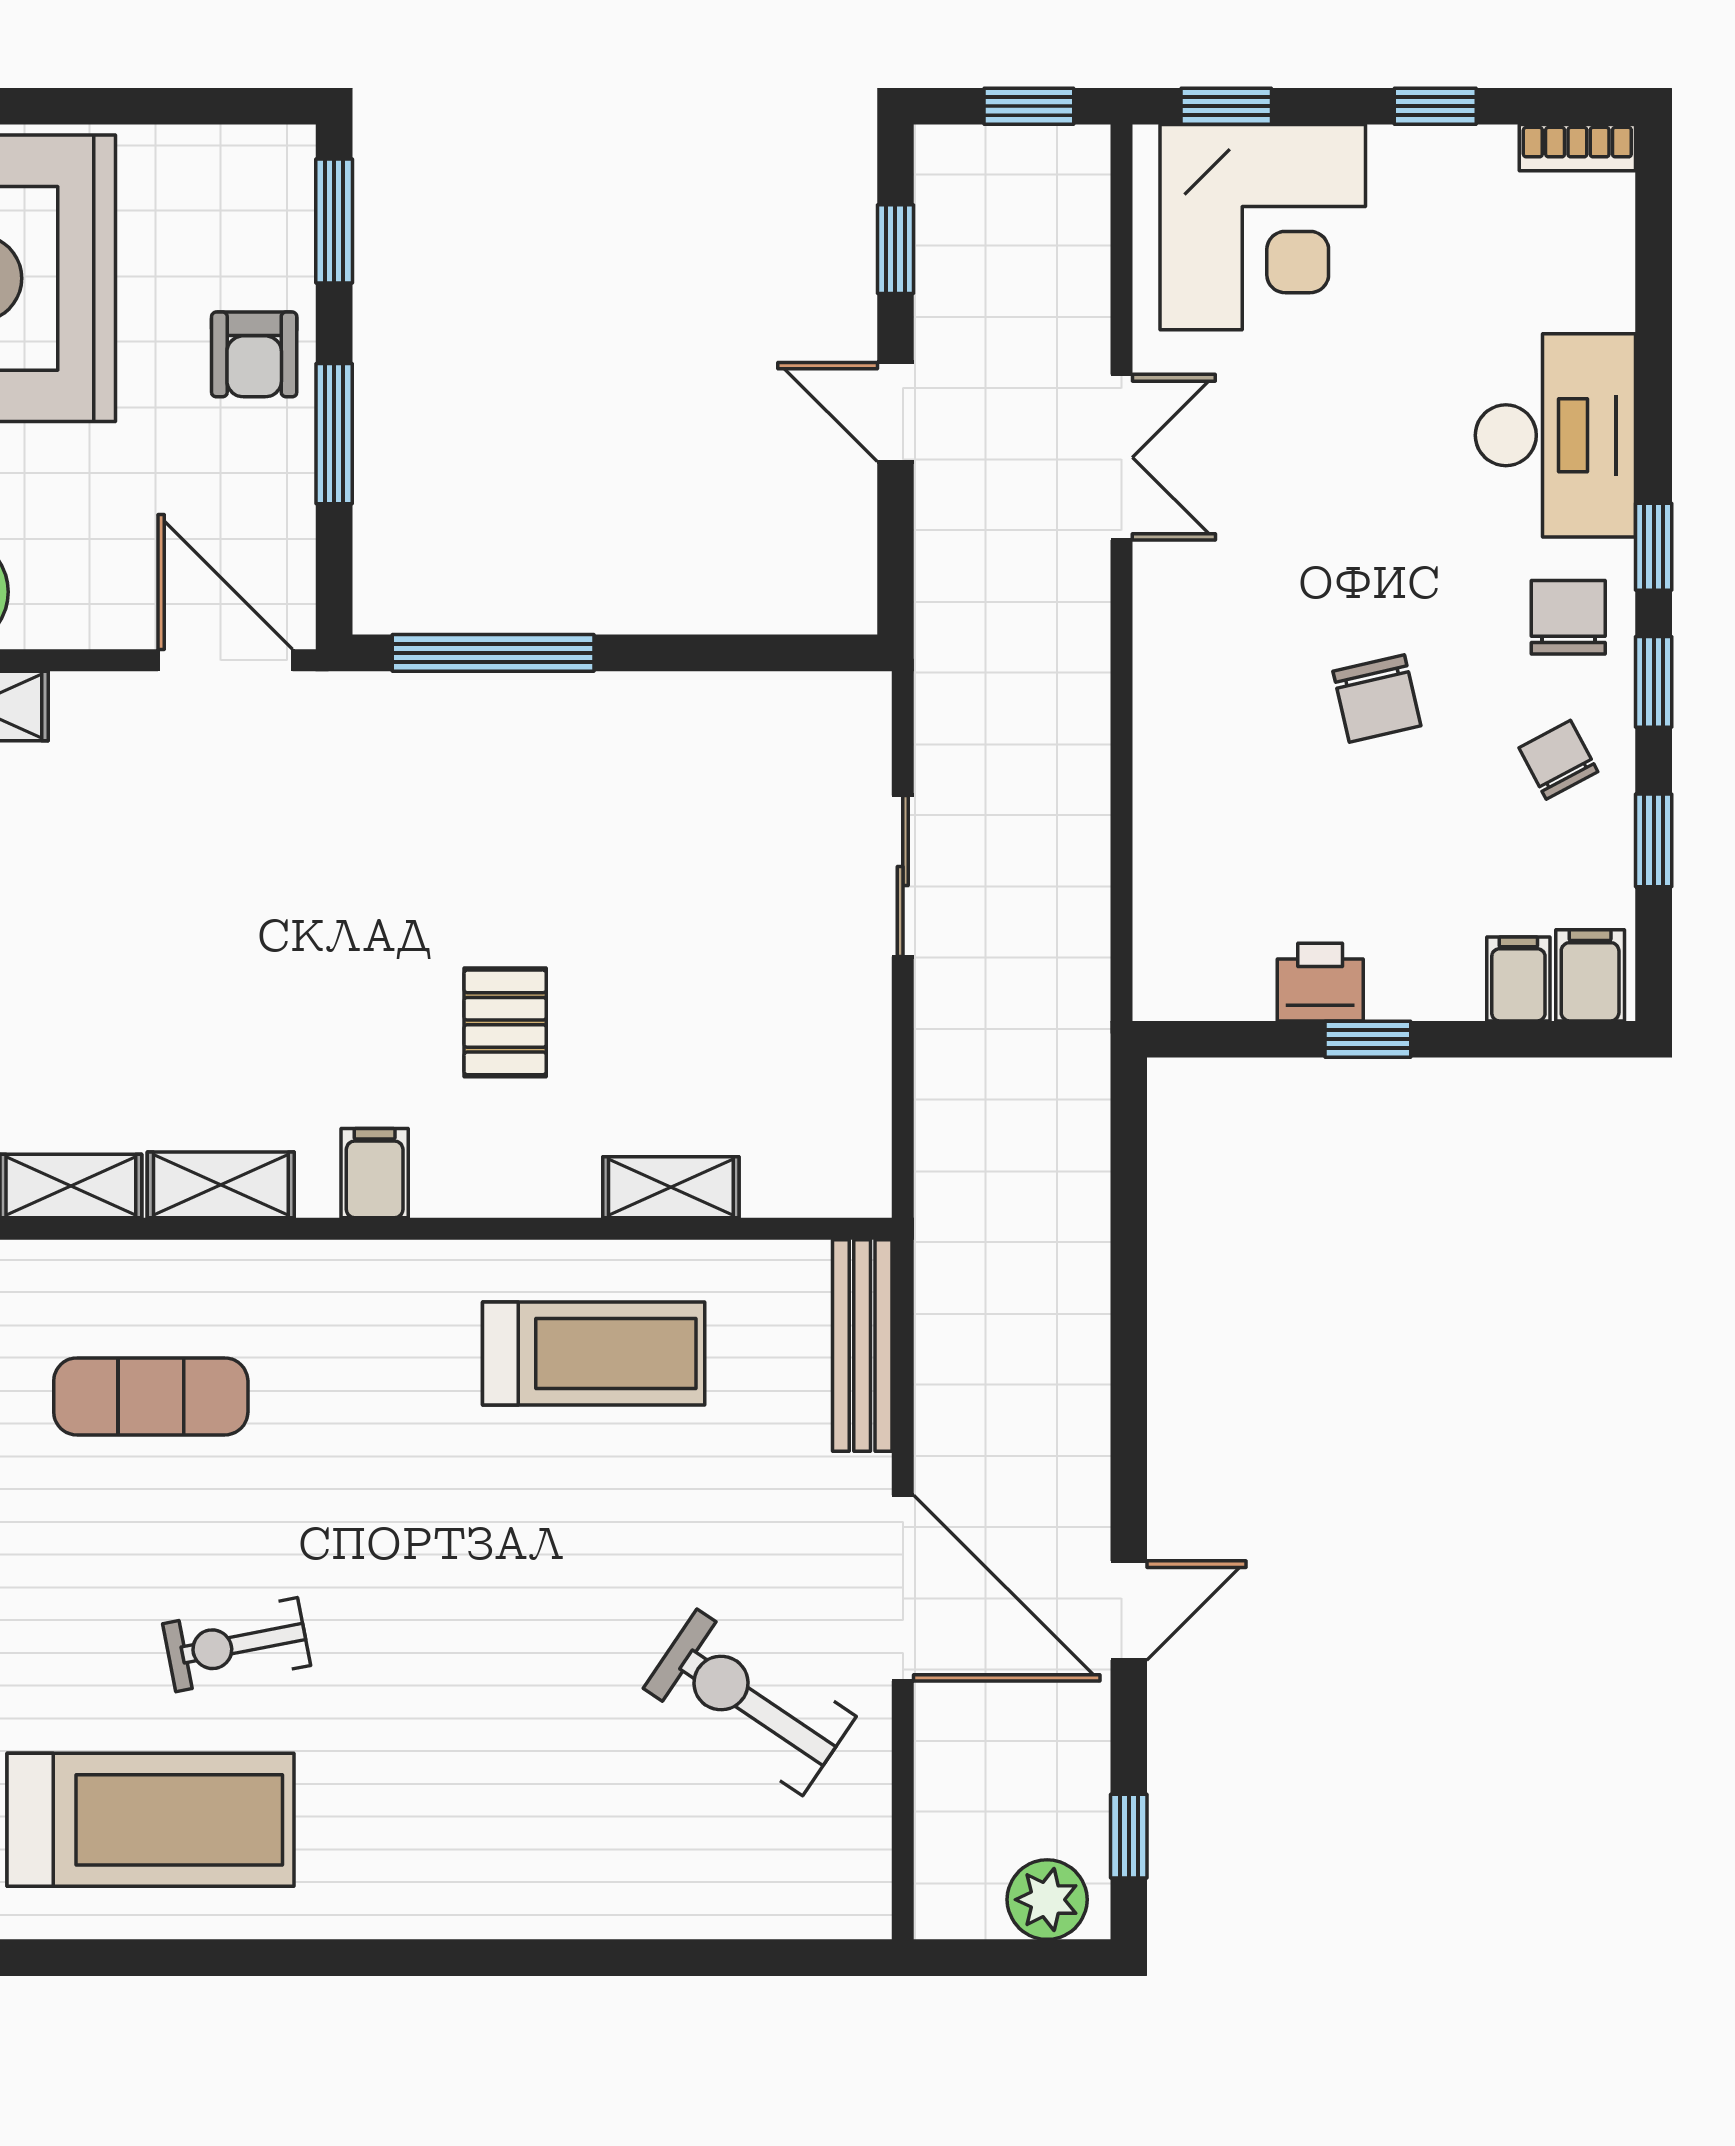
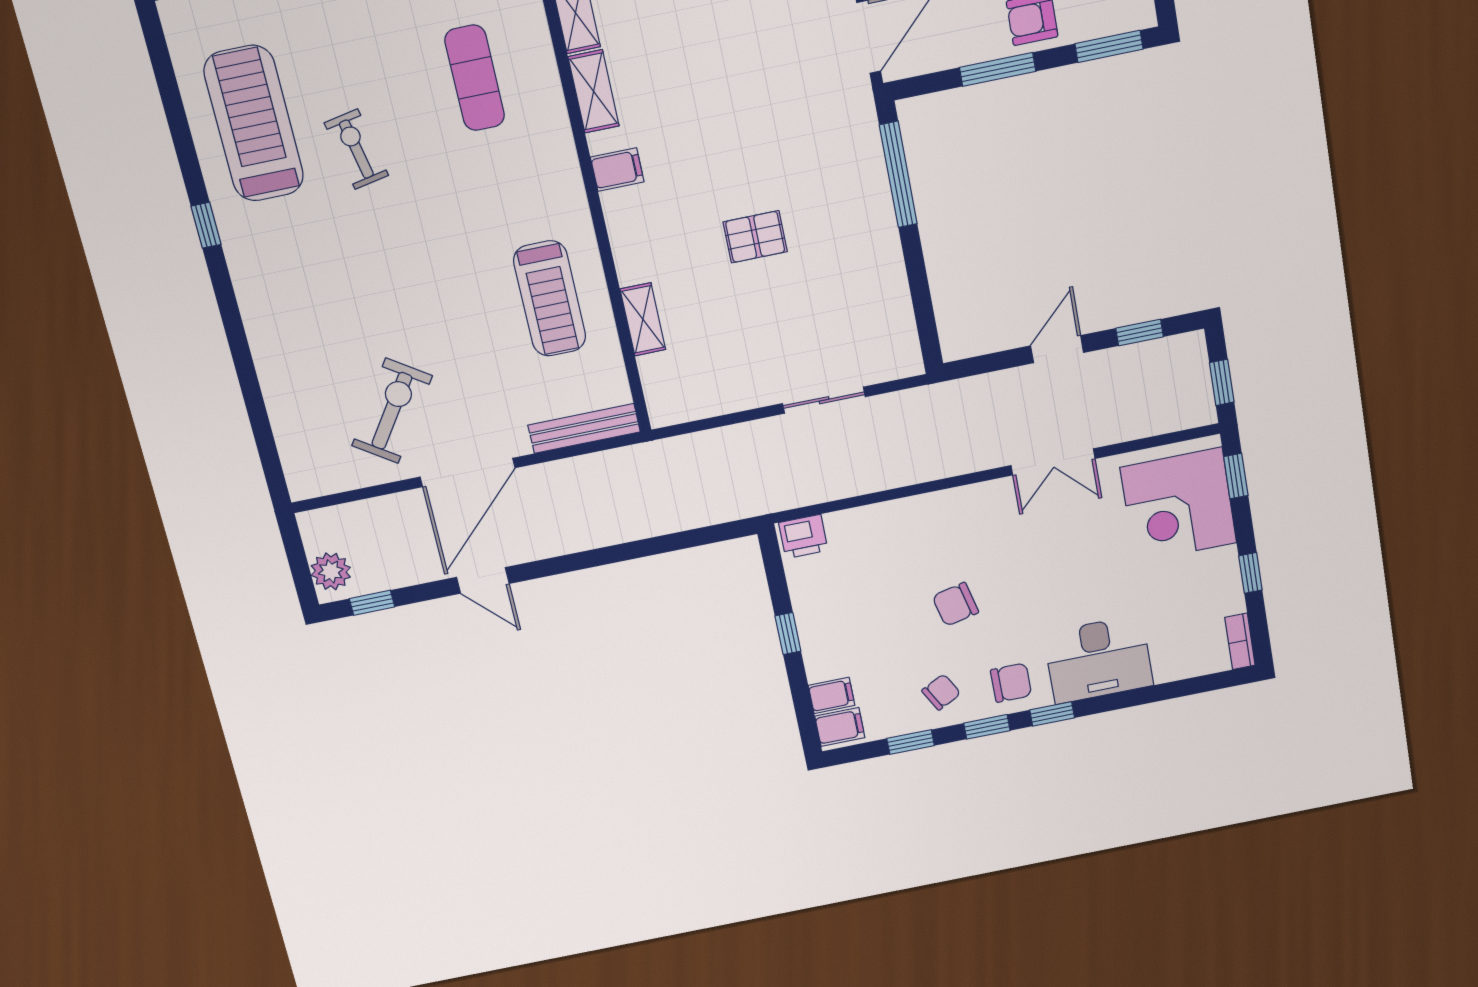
printer: (1320, 982) -> (803, 536), moved, turned 90
pallet: (505, 1022) -> (755, 237), moved
treadmill: (151, 1820) -> (254, 124), turned 180
window: (320, 1958) -> (206, 225), added

